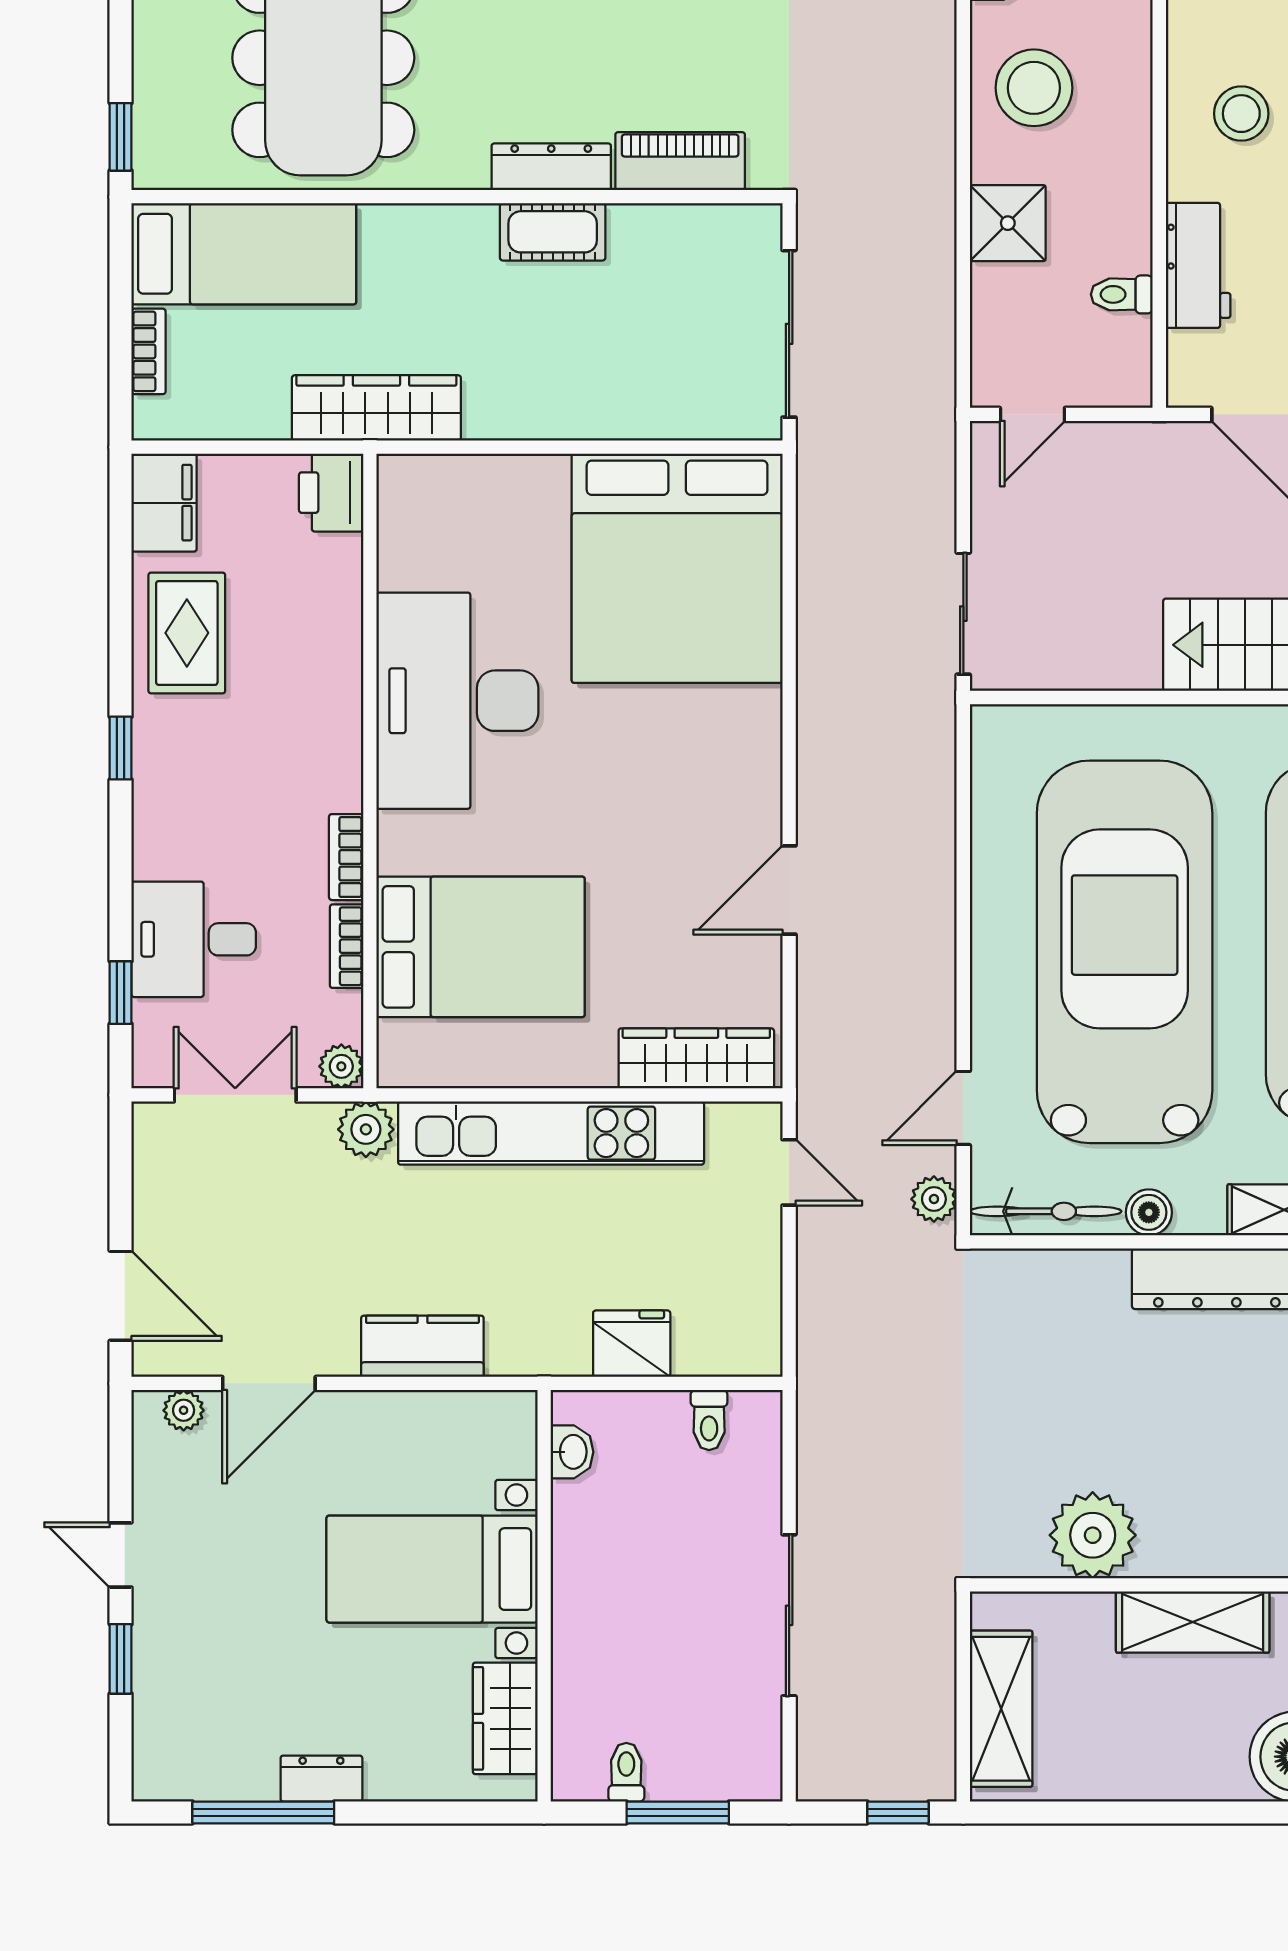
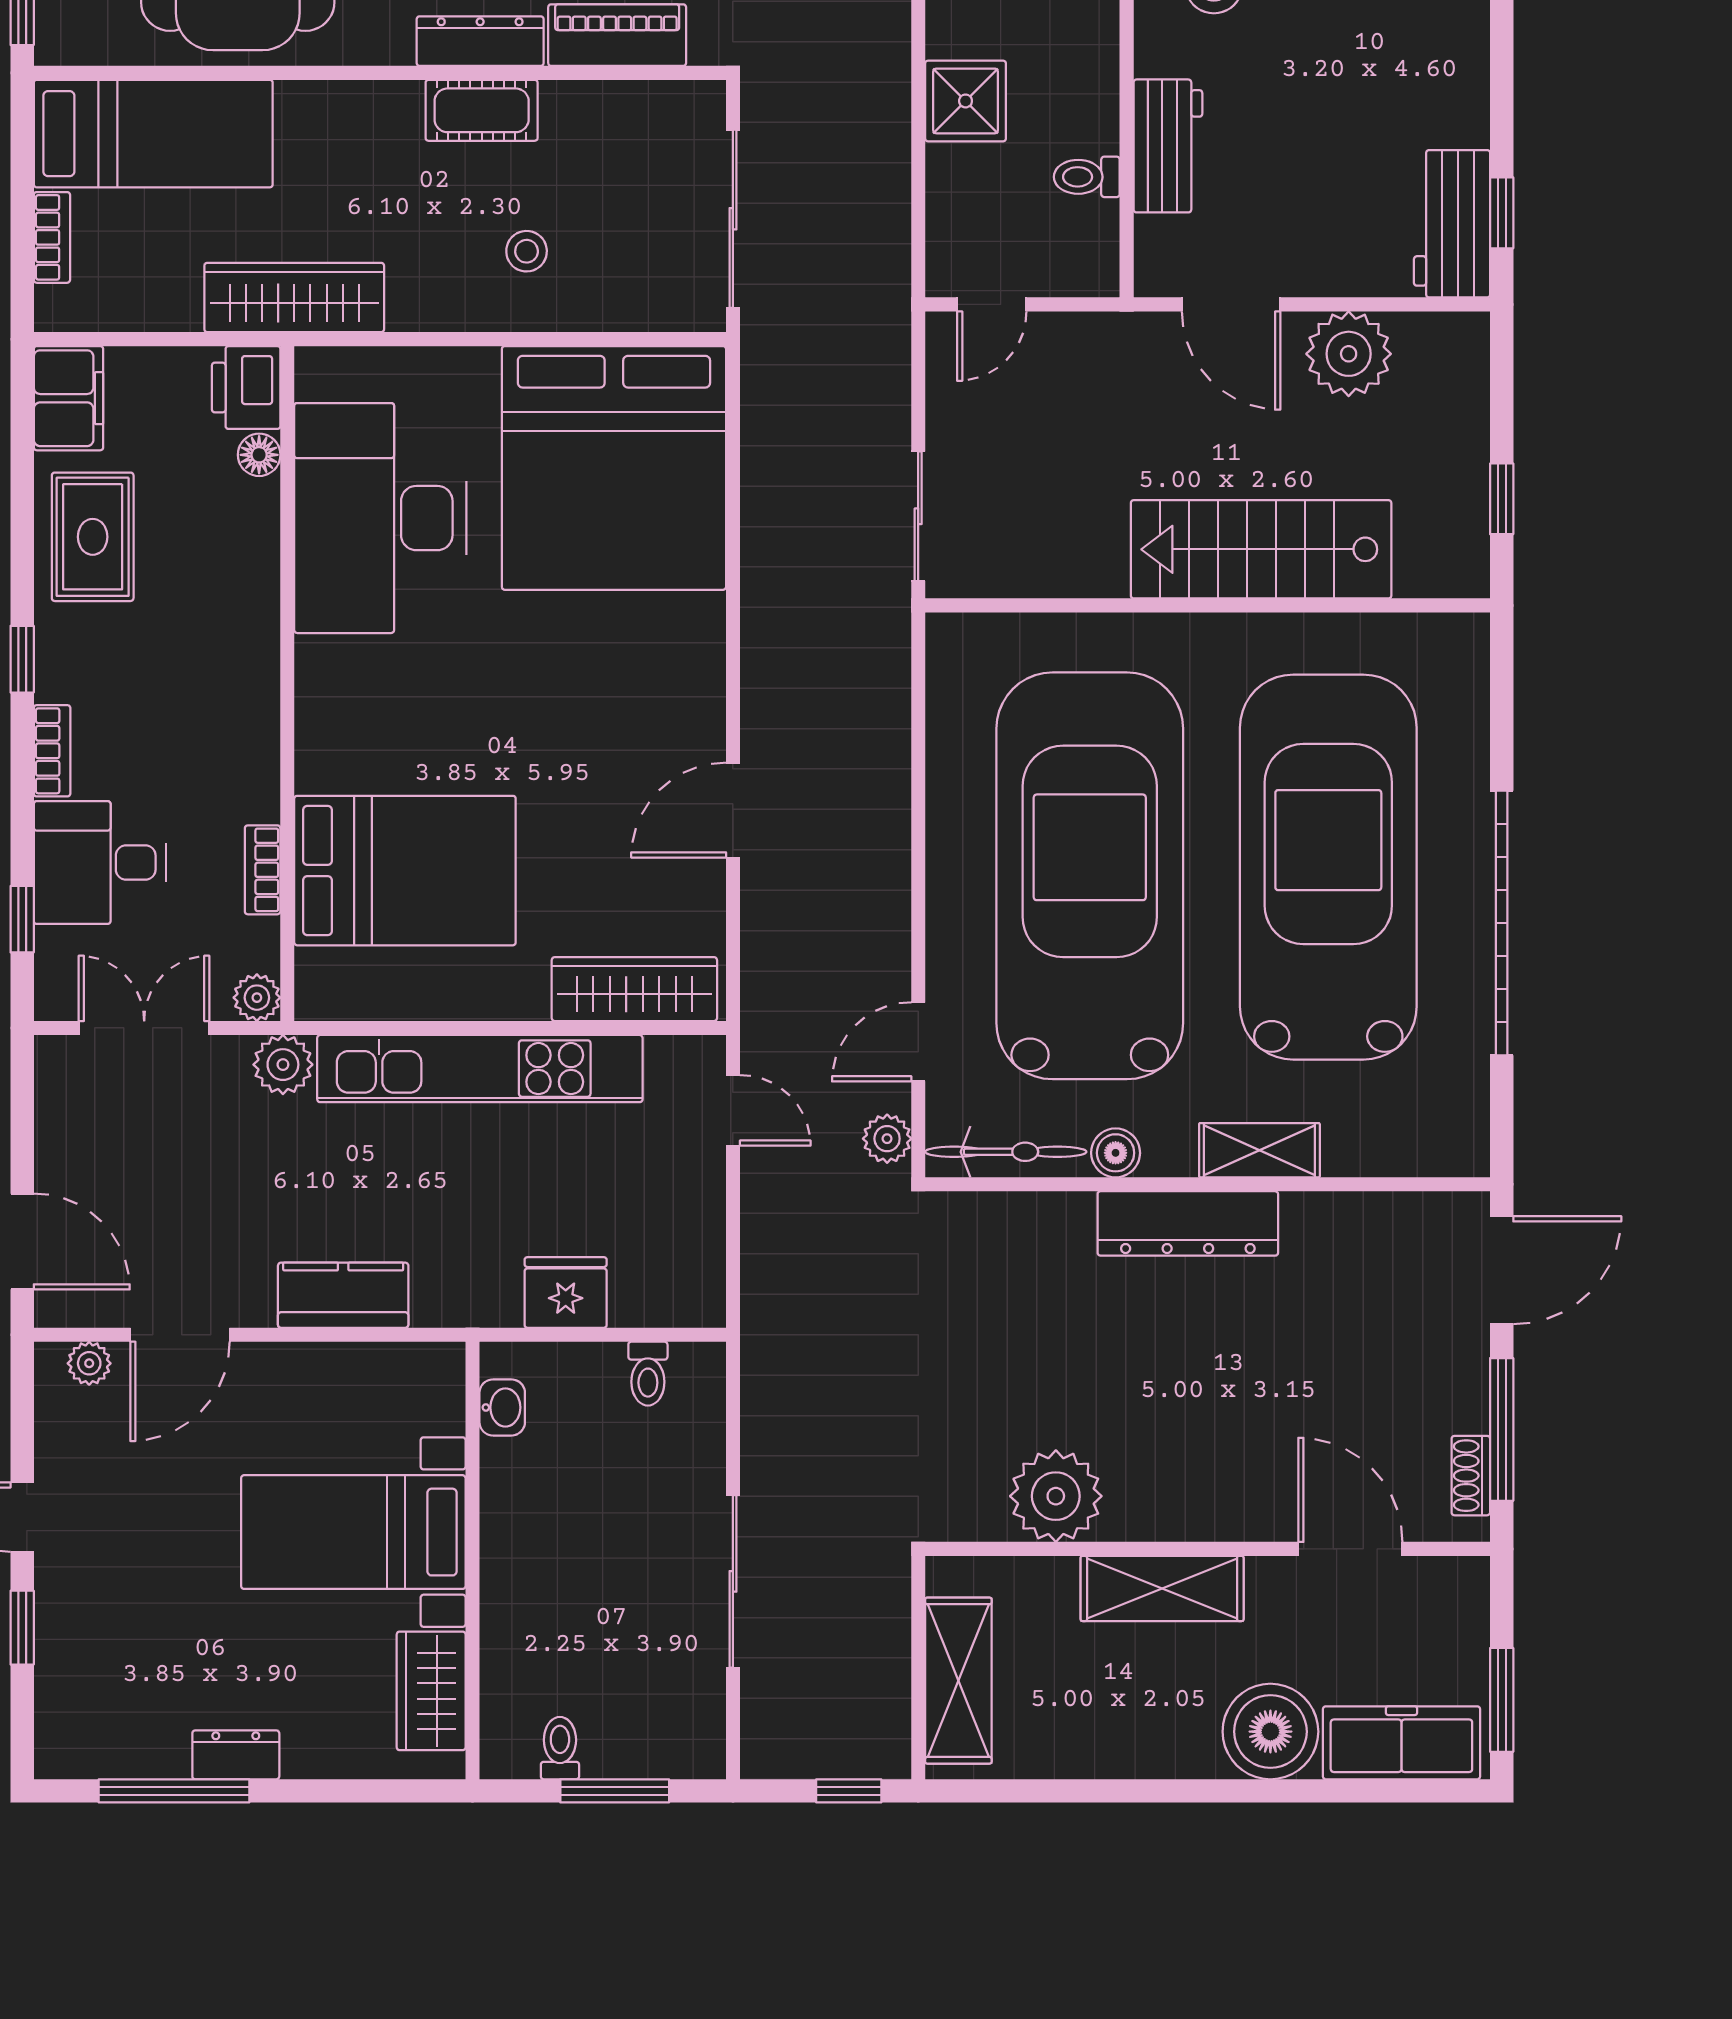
stool: (595, 364) -> (527, 251), added
floor lamp: (343, 556) -> (259, 455), added
desk: (457, 701) -> (380, 518), moved
bookcase: (346, 857) -> (52, 751), moved, turned 180

